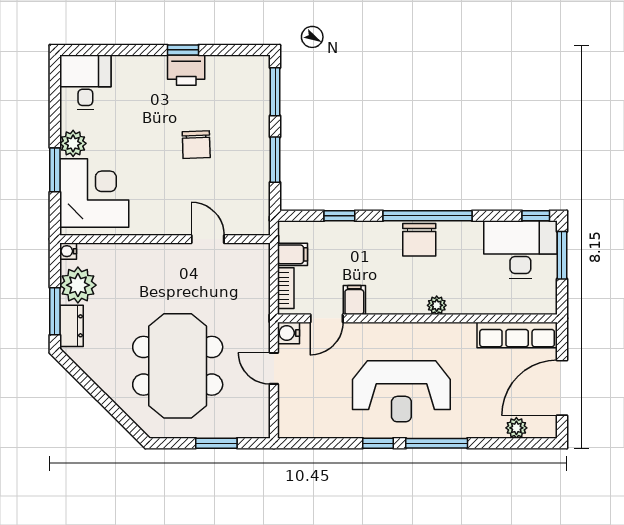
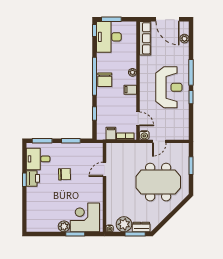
desk: (85, 82) -> (38, 159), moved
chair: (419, 240) -> (105, 80), turned 90
filing cabinet: (354, 300) -> (130, 90), moved

